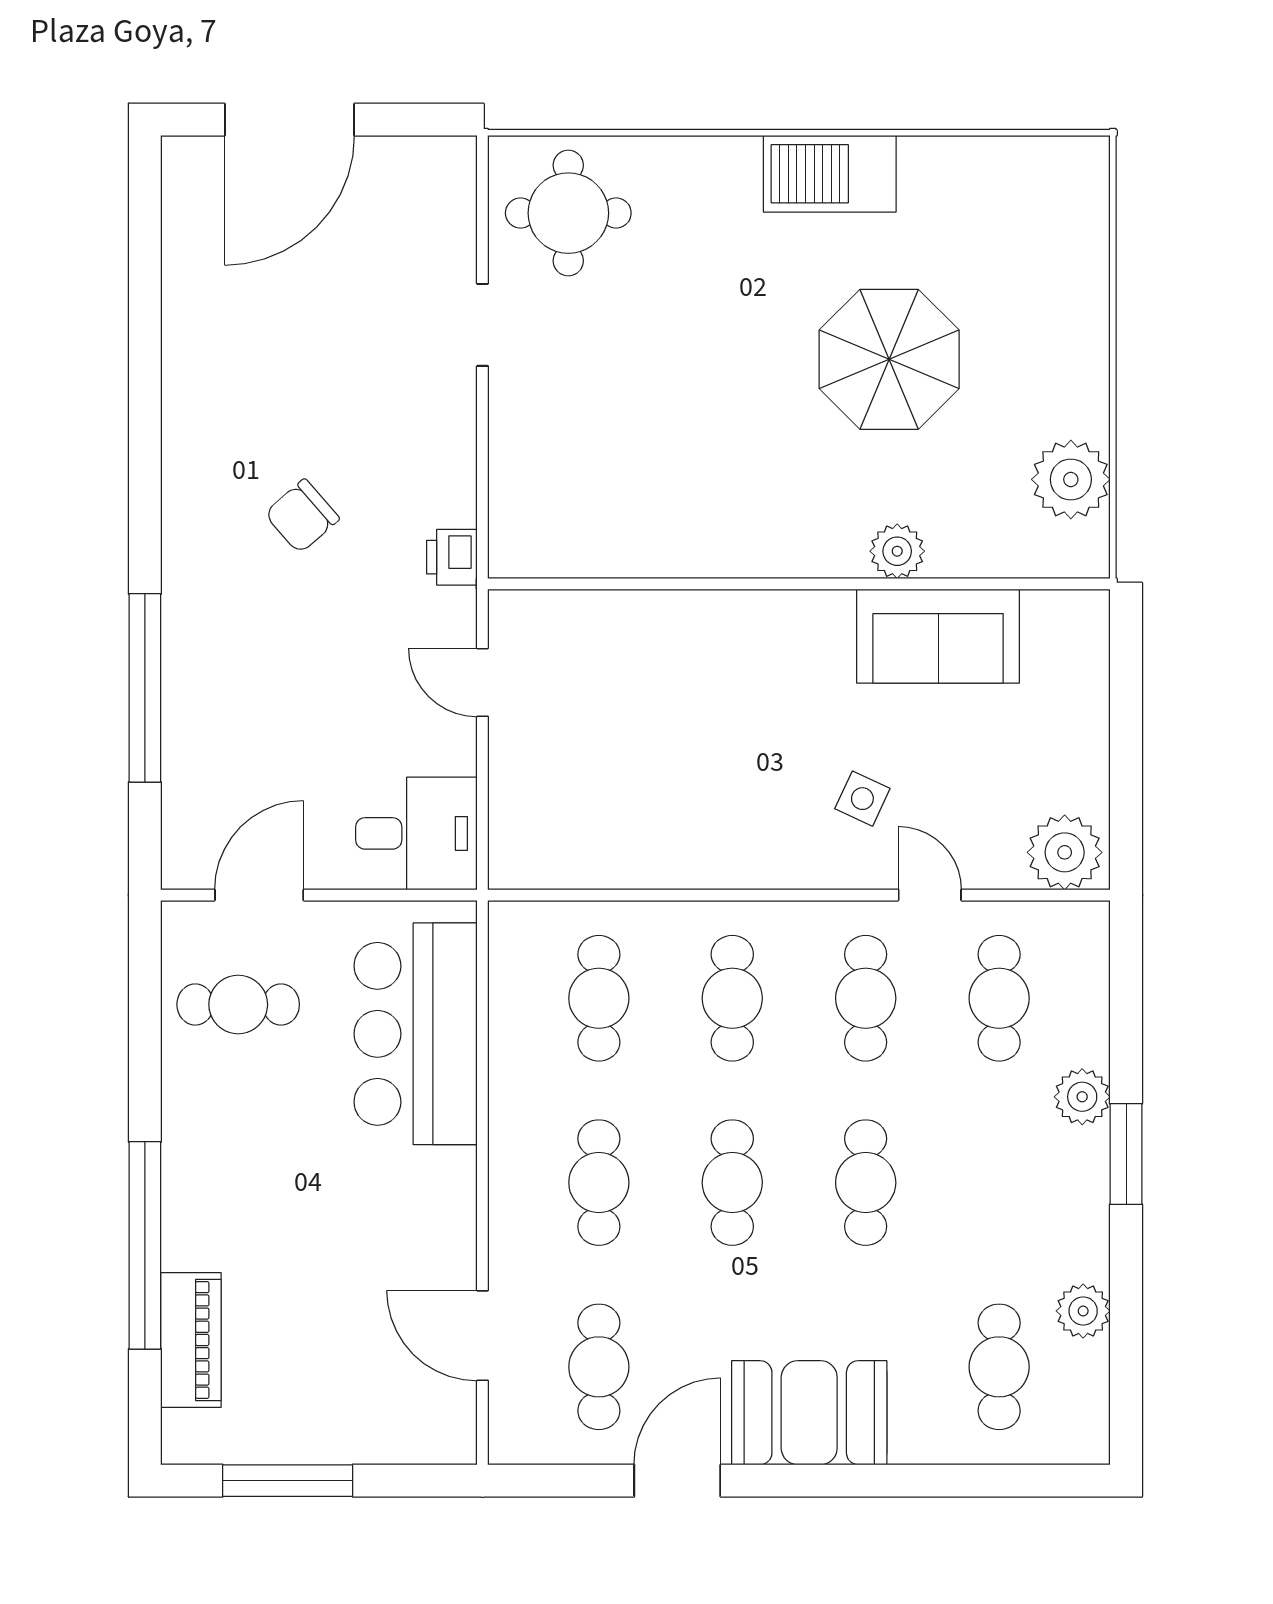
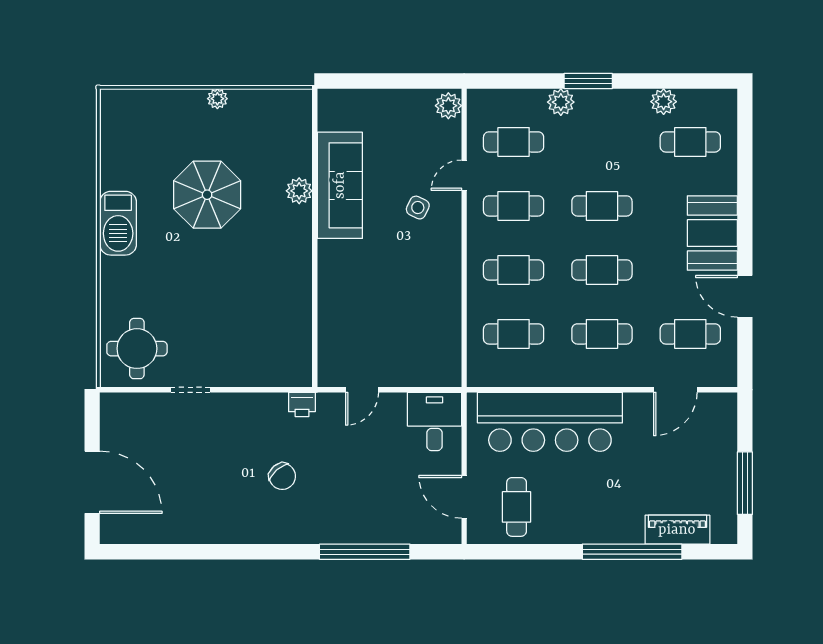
plant: (1071, 479) -> (217, 99), moved, width x0.53, depth x0.53
sofa: (938, 636) -> (340, 185), width x1.36
plant: (1065, 852) -> (448, 106), width x0.73, depth x0.73
bar counter: (416, 1034) -> (550, 422), width x1.36

